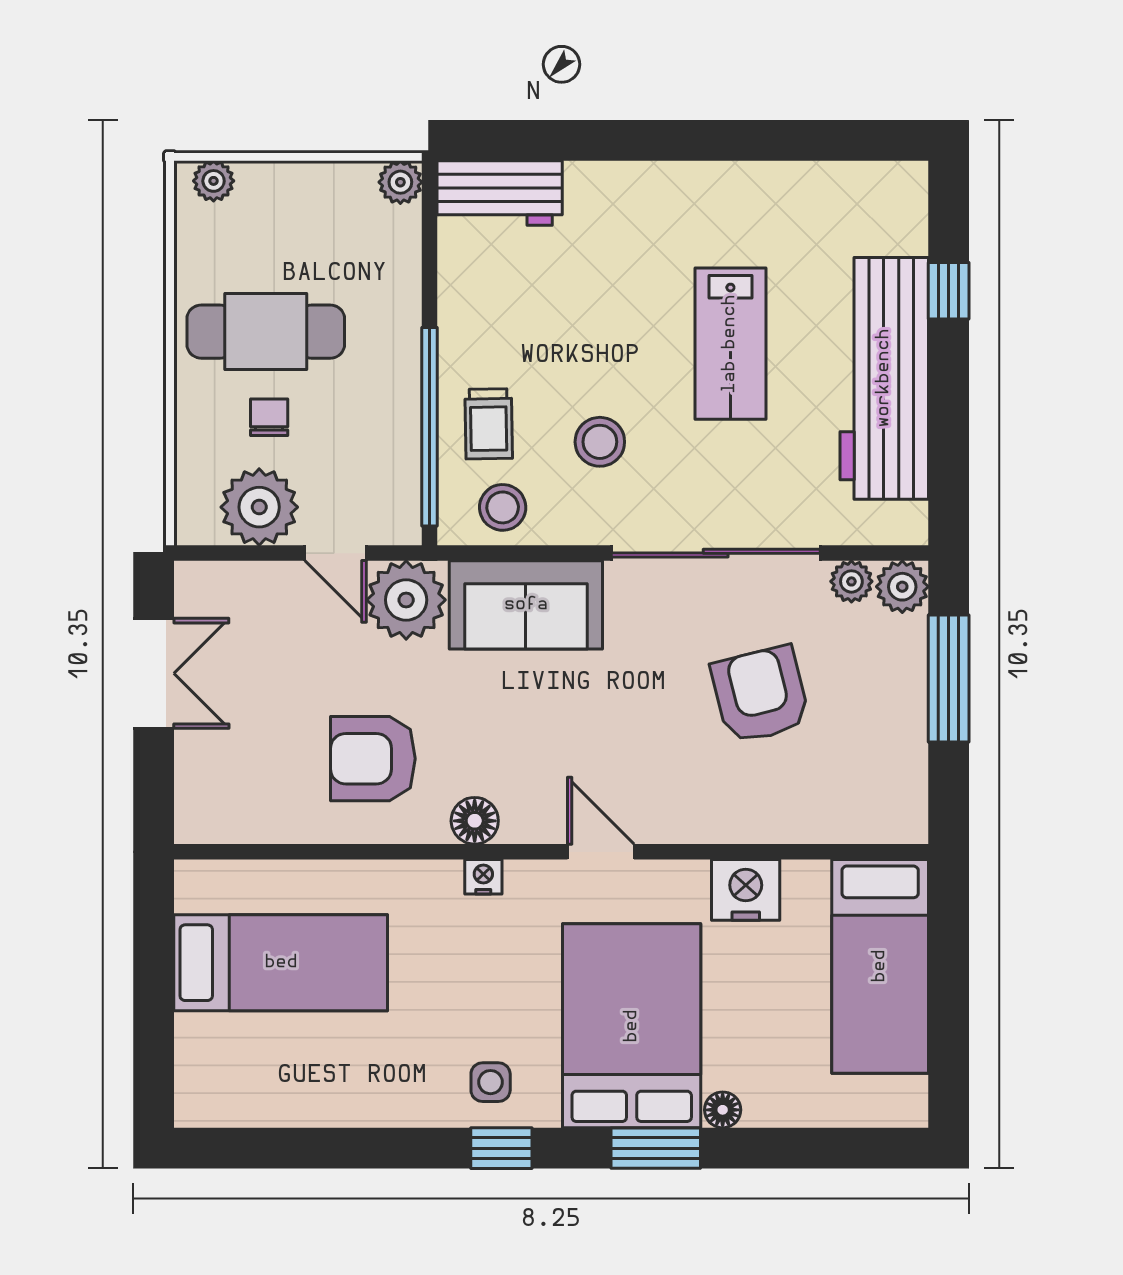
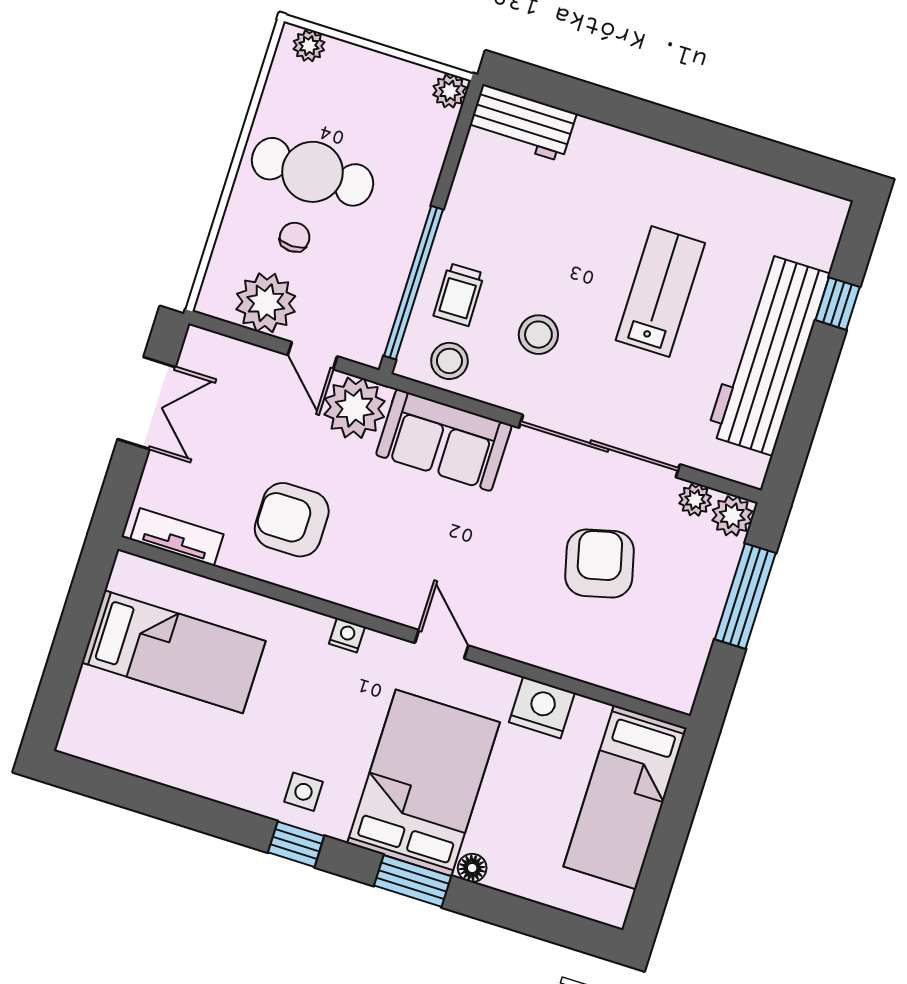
lab bench: (730, 344) -> (660, 292), turned 180
floor lamp: (475, 821) -> (354, 591), removed
tv unit: (241, 823) -> (177, 537), added

